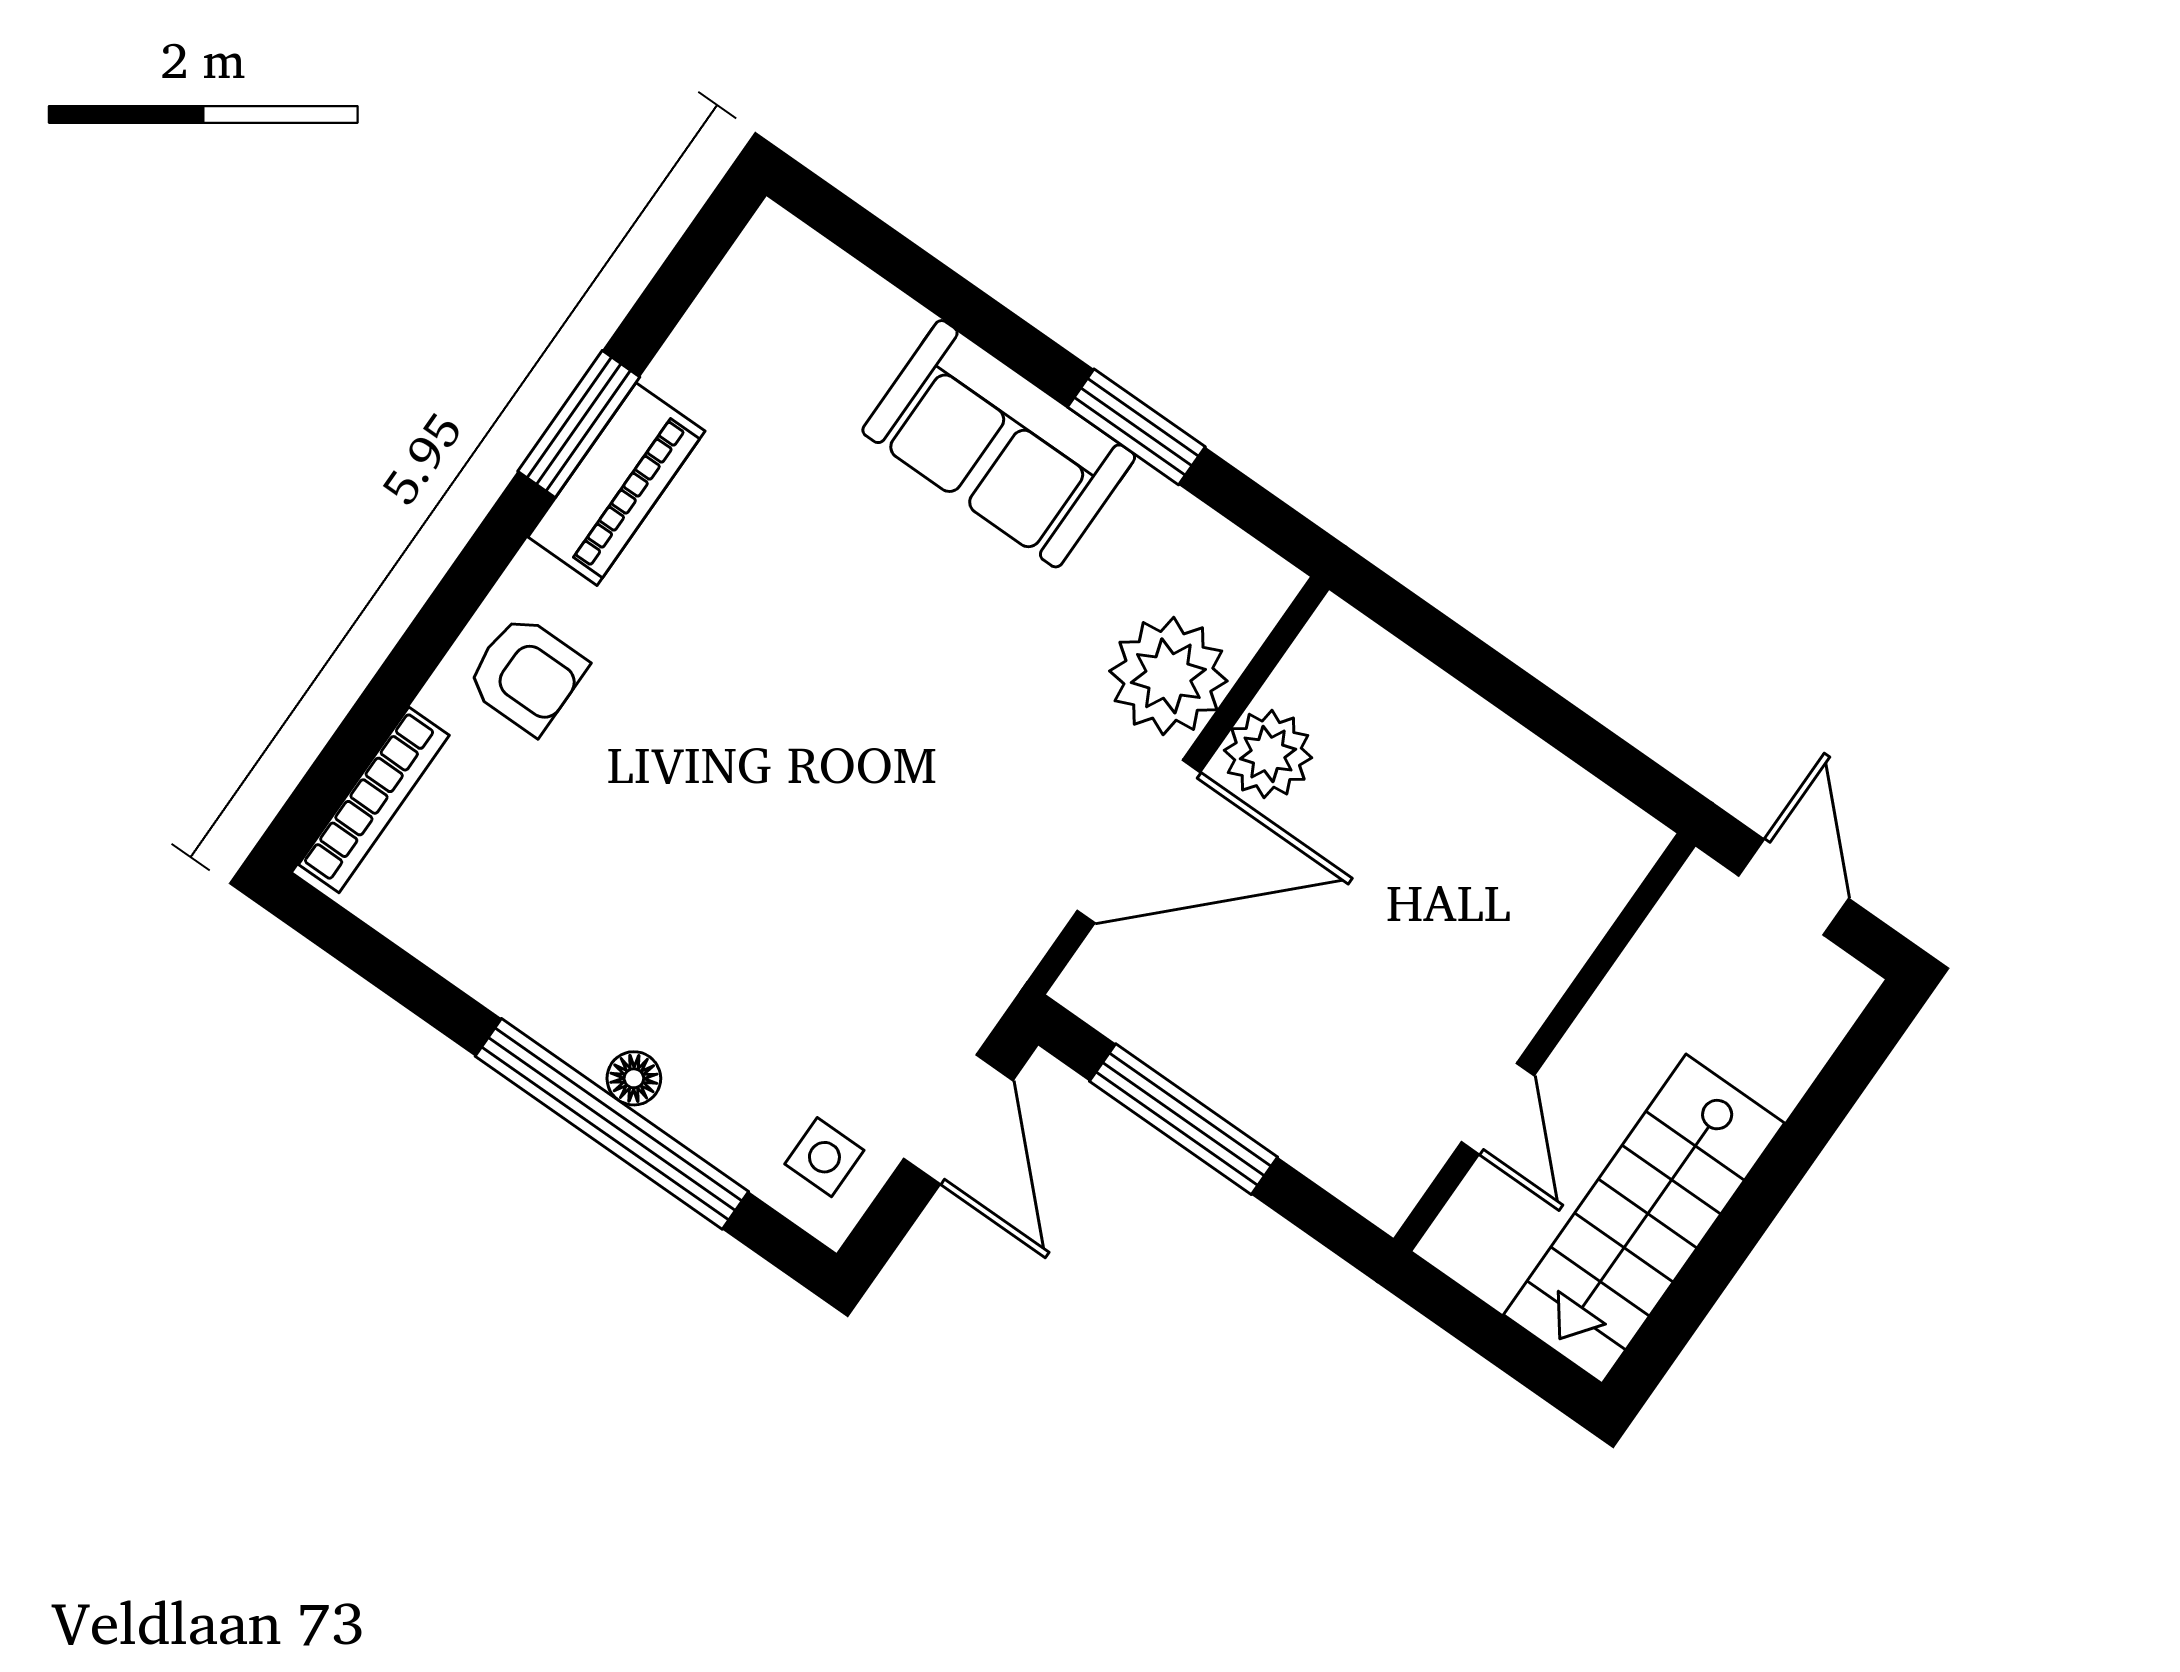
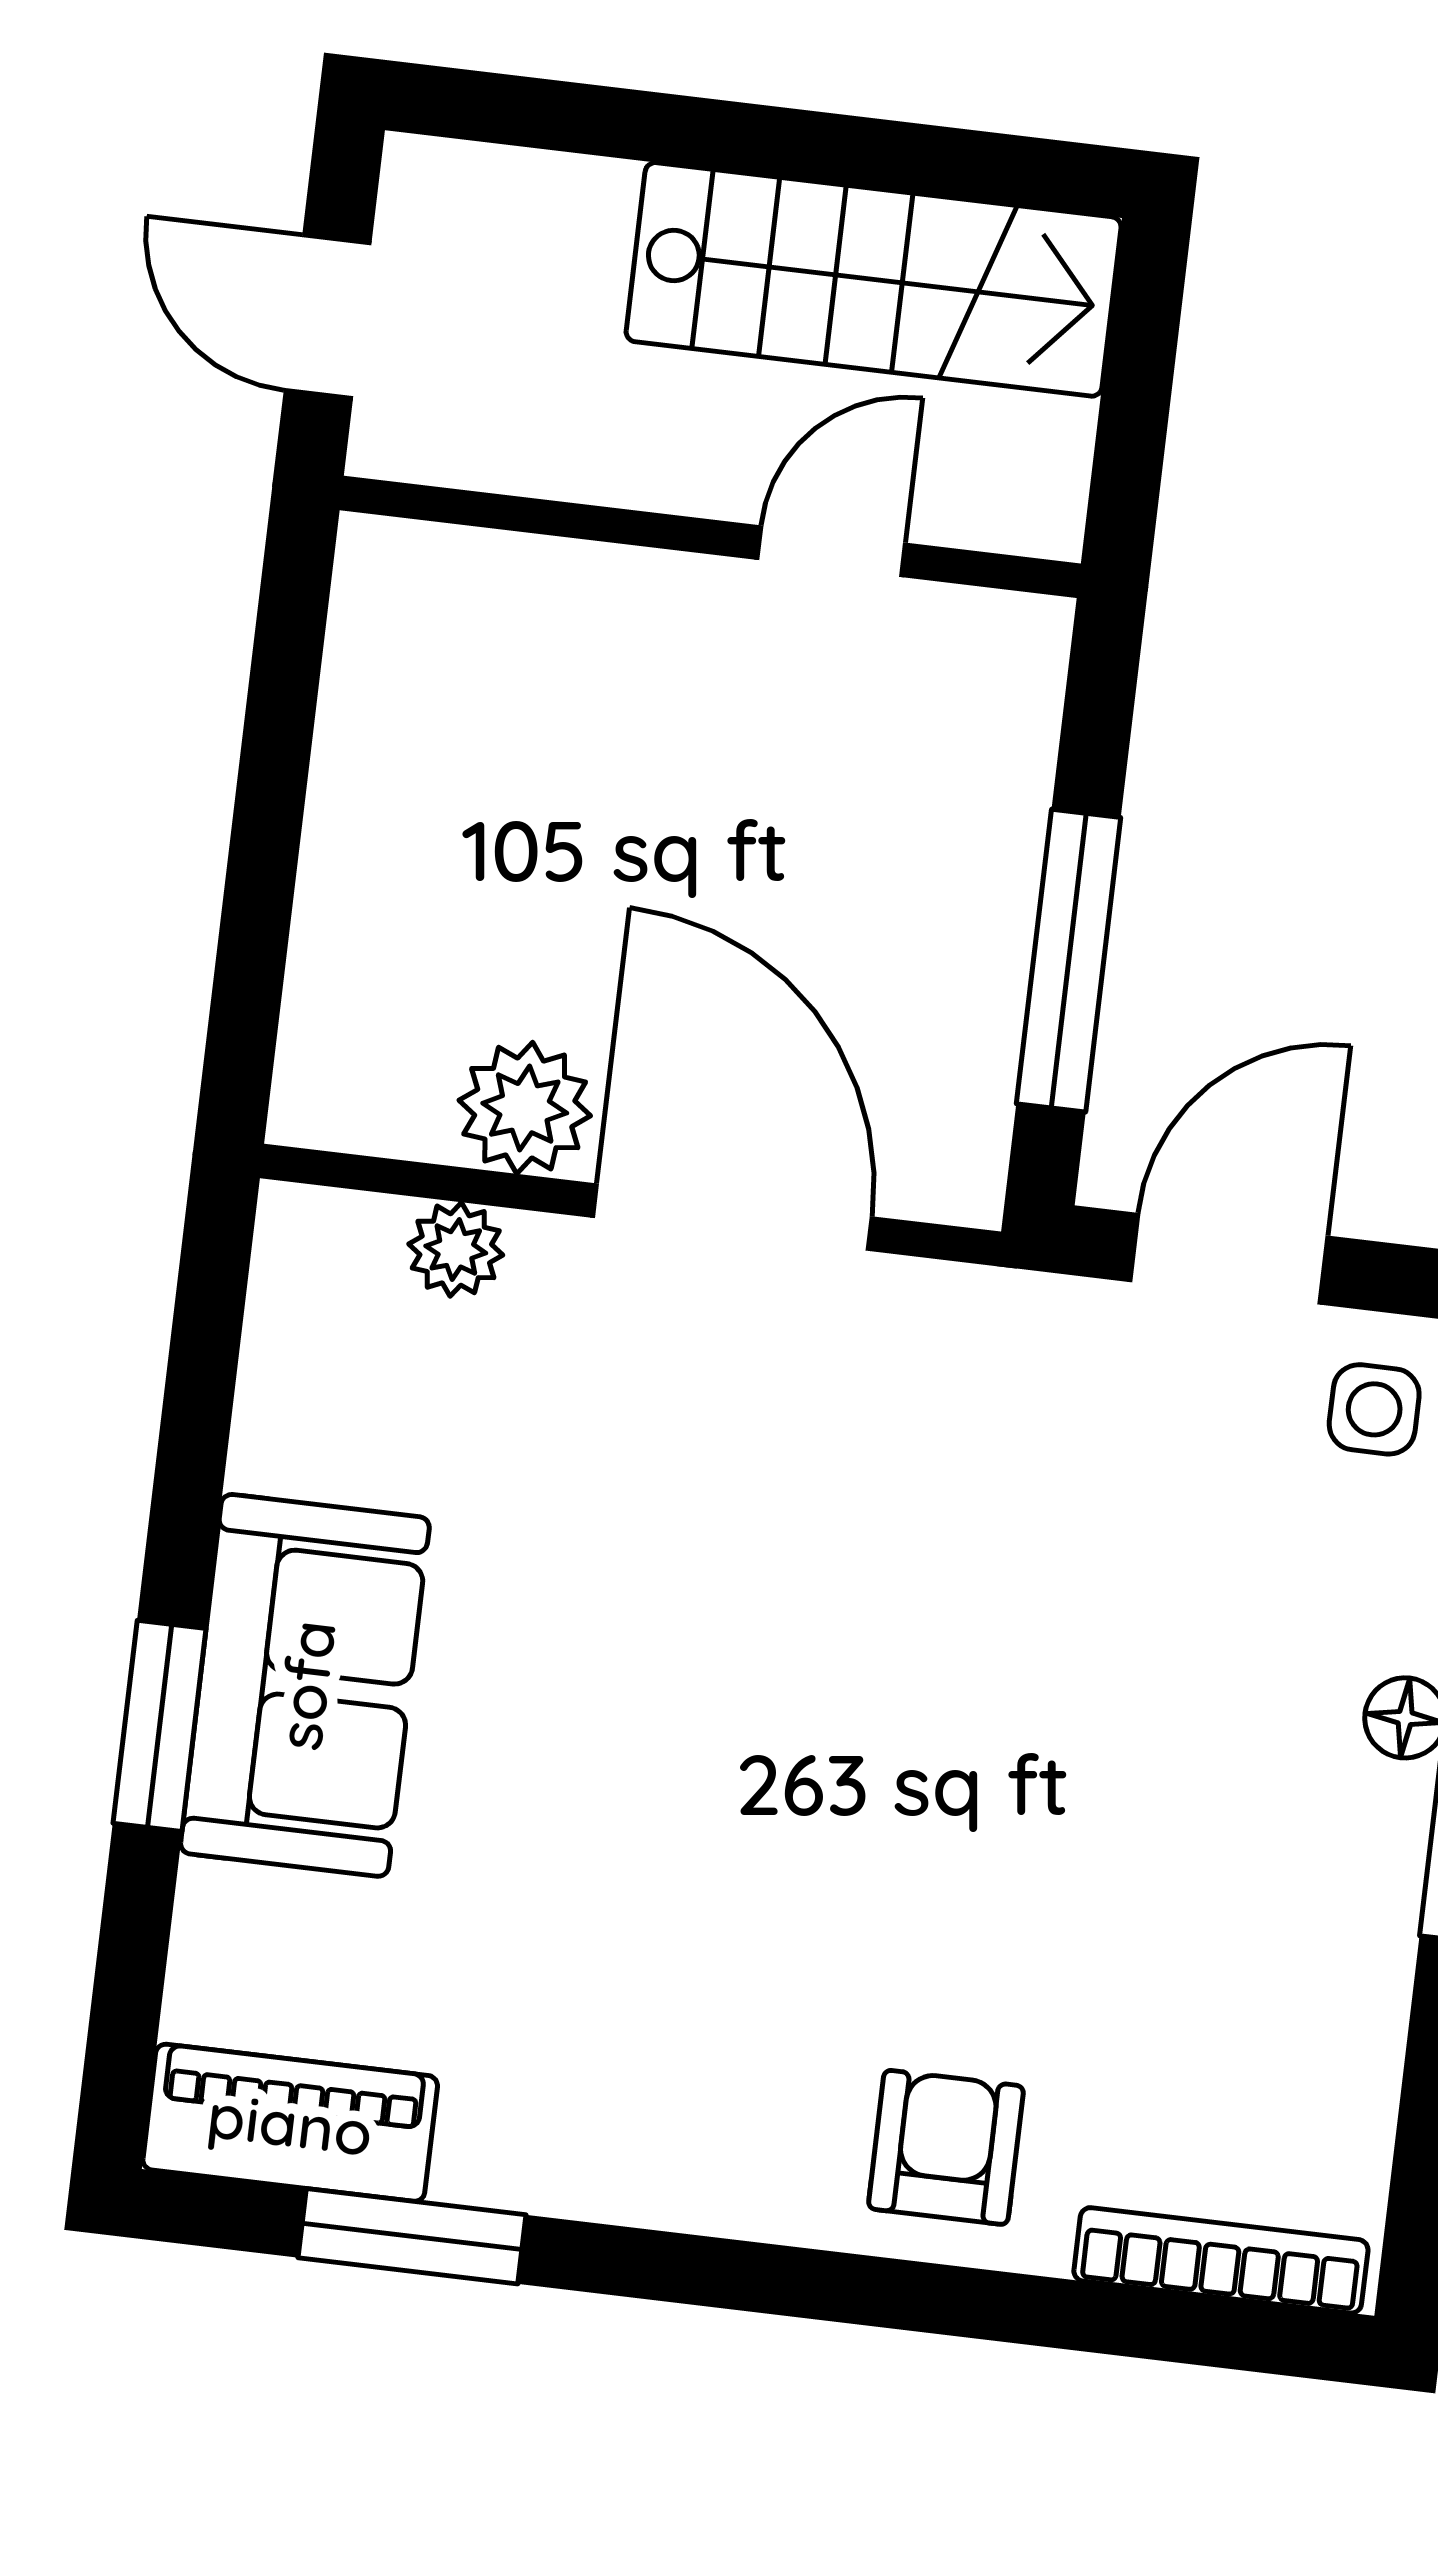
window: (579, 424) -> (412, 2236), moved
window: (1136, 427) -> (160, 1726), moved
piano: (616, 484) -> (290, 2123), moved
plant: (1168, 676) -> (456, 1249), width x0.53, depth x0.53
door: (1794, 887) -> (328, 317), hinge flipped

